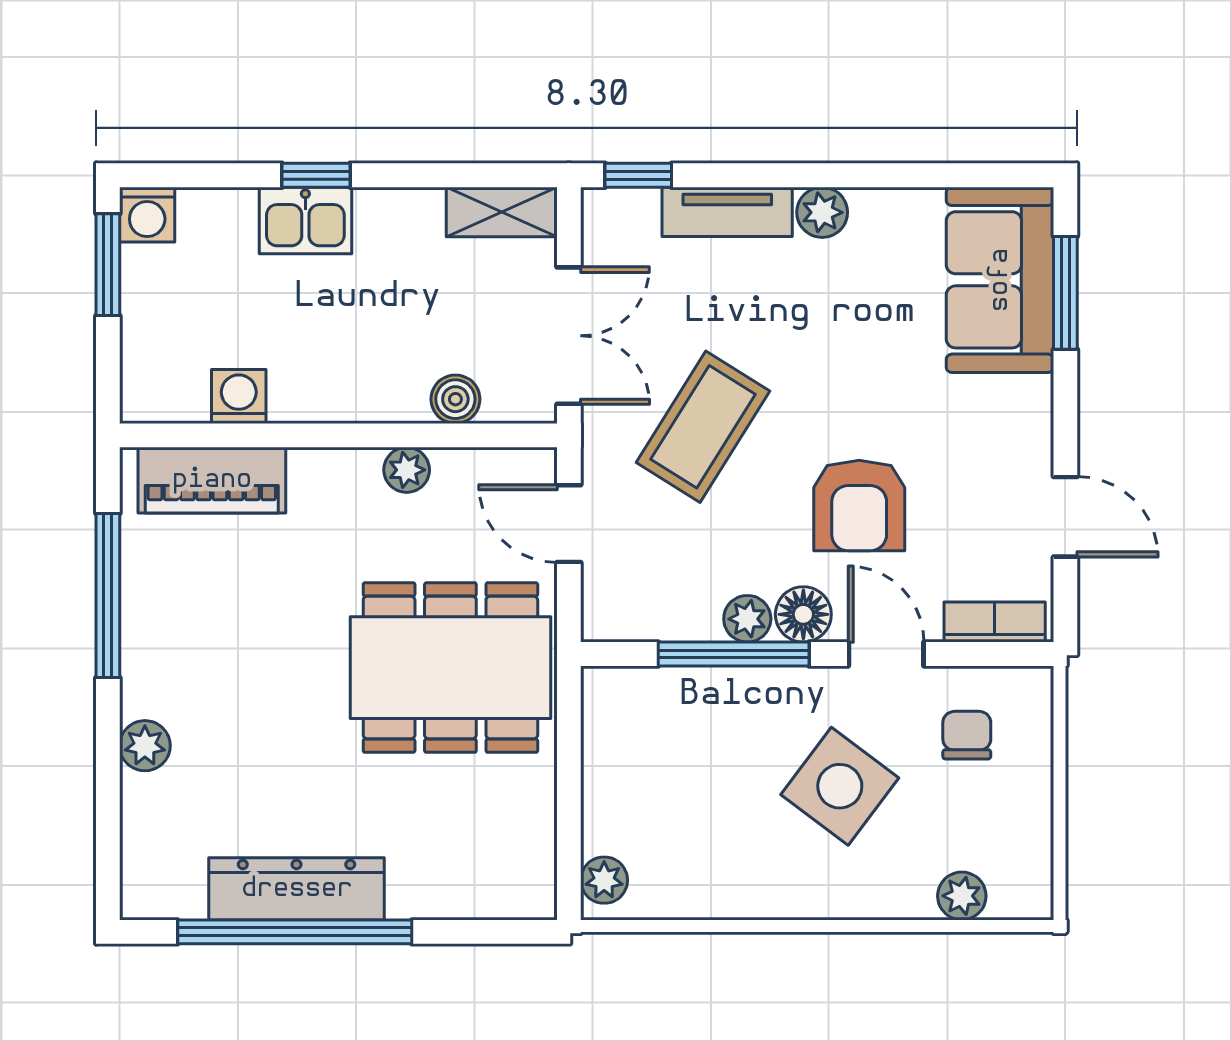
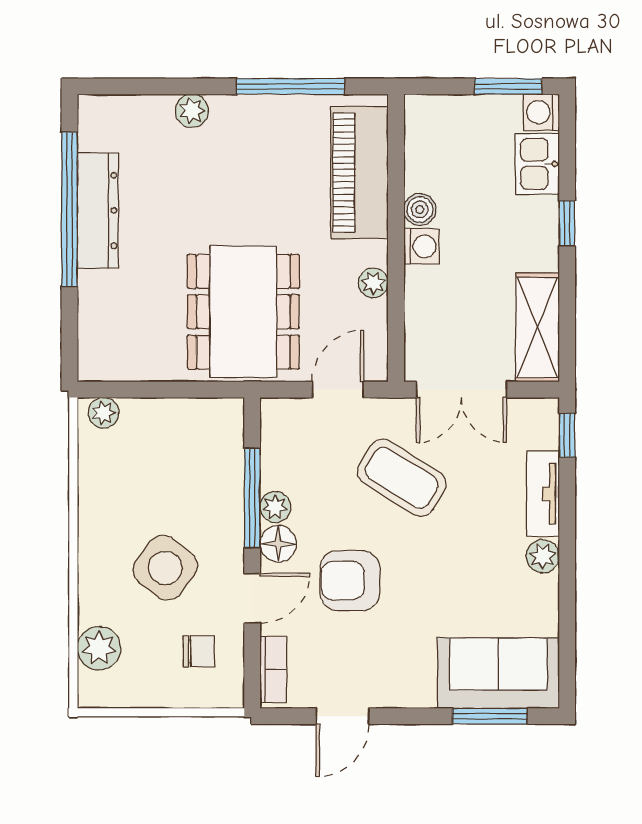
shelving: (502, 212) -> (537, 327), width x1.50, depth x1.33
kitchen sink: (305, 220) -> (537, 164), moved
washing machine: (239, 396) -> (422, 246), moved
boiler: (455, 399) -> (420, 209), moved
piano: (212, 480) -> (359, 173), width x1.37, depth x1.33
plant: (962, 896) -> (99, 648), width x1.38, depth x1.38

